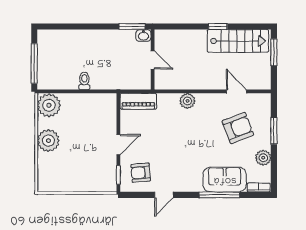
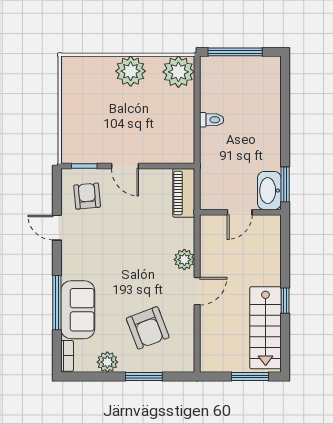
washbasin: (143, 35) -> (269, 191), width x1.91, depth x1.45
door: (236, 91) -> (197, 291), moved

